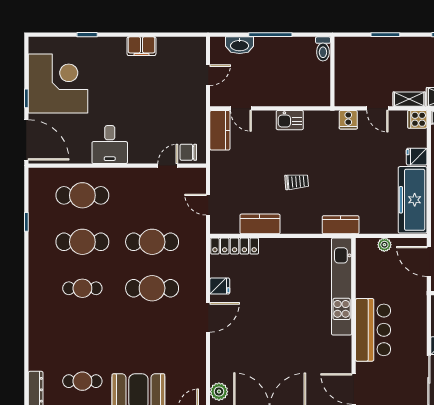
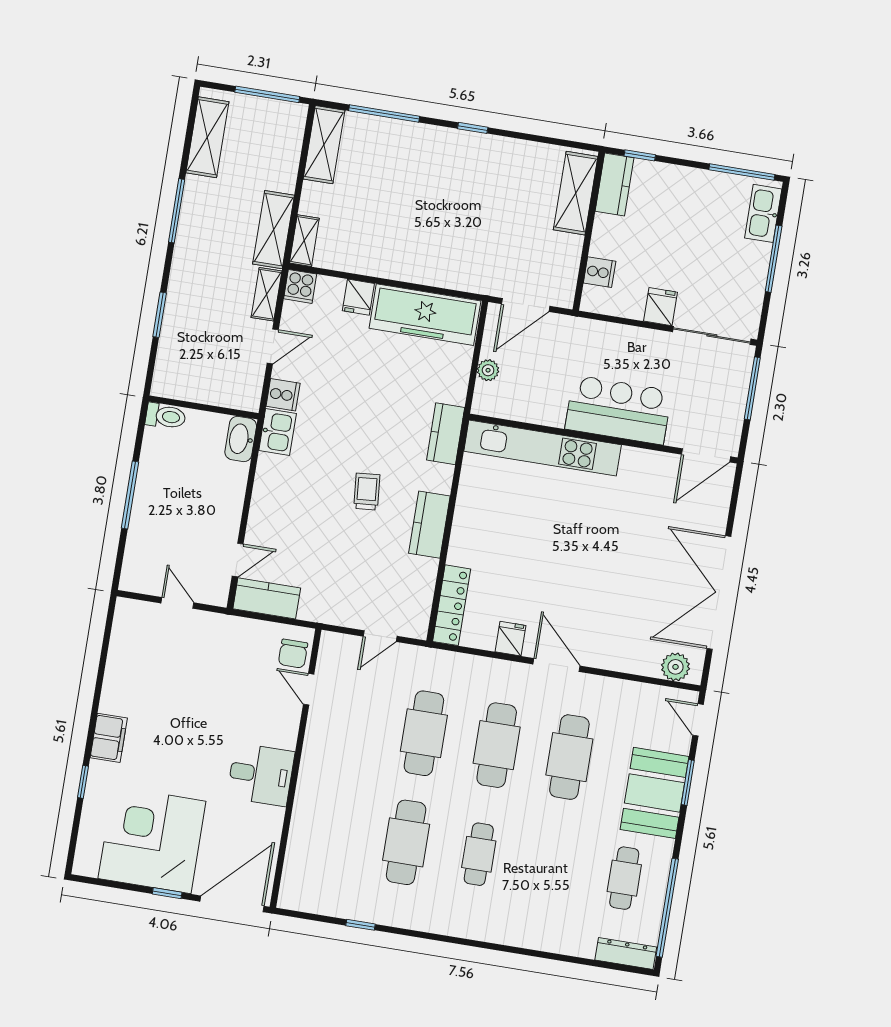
washbasin: (240, 45) -> (241, 439), moved, turned 180
filing cabinet: (141, 46) -> (109, 738), moved
kitchen sink: (290, 120) -> (278, 432), moved
cafe table: (82, 195) -> (569, 757), moved
kitchen counter: (260, 224) -> (429, 525), moved

